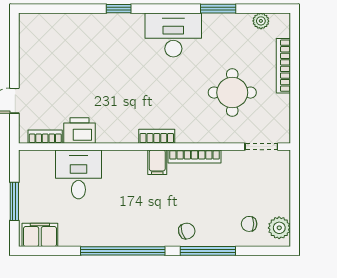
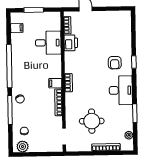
armchair: (120, 46) -> (115, 63), added
filing cabinet: (40, 235) -> (17, 28), width x0.50

